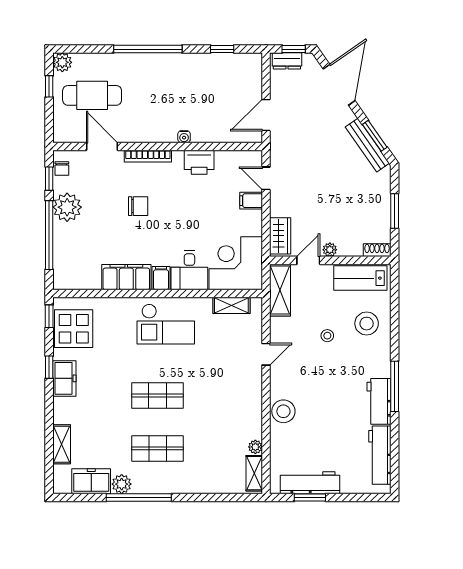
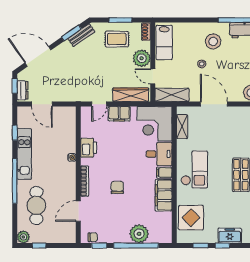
kitchen unit: (189, 64) -> (24, 154), added
cafe table: (92, 95) -> (36, 205), moved
door: (266, 115) -> (42, 104), moved
bench: (367, 145) -> (81, 35), width x0.73
filing cabinet: (251, 201) -> (119, 114), width x2.00
rug: (365, 205) -> (117, 39), added
plant: (67, 207) -> (139, 234), moved
wardrobe: (280, 236) -> (131, 95), width x1.50
plant: (330, 250) -> (142, 58), width x1.88, depth x1.88
window: (49, 316) -> (201, 246), moved
stool: (367, 324) -> (213, 41), moved
display table: (74, 329) -> (191, 218), moved
door: (266, 354) -> (214, 104), width x1.88

